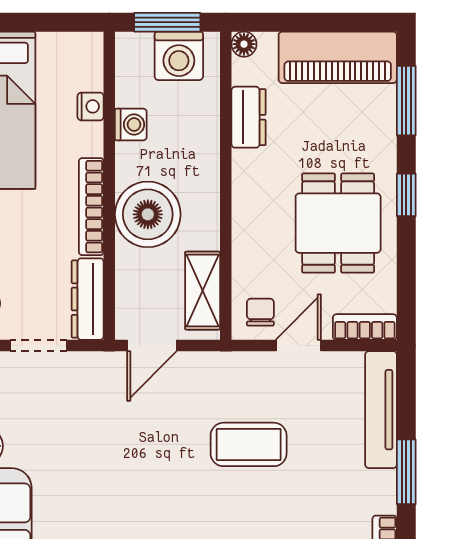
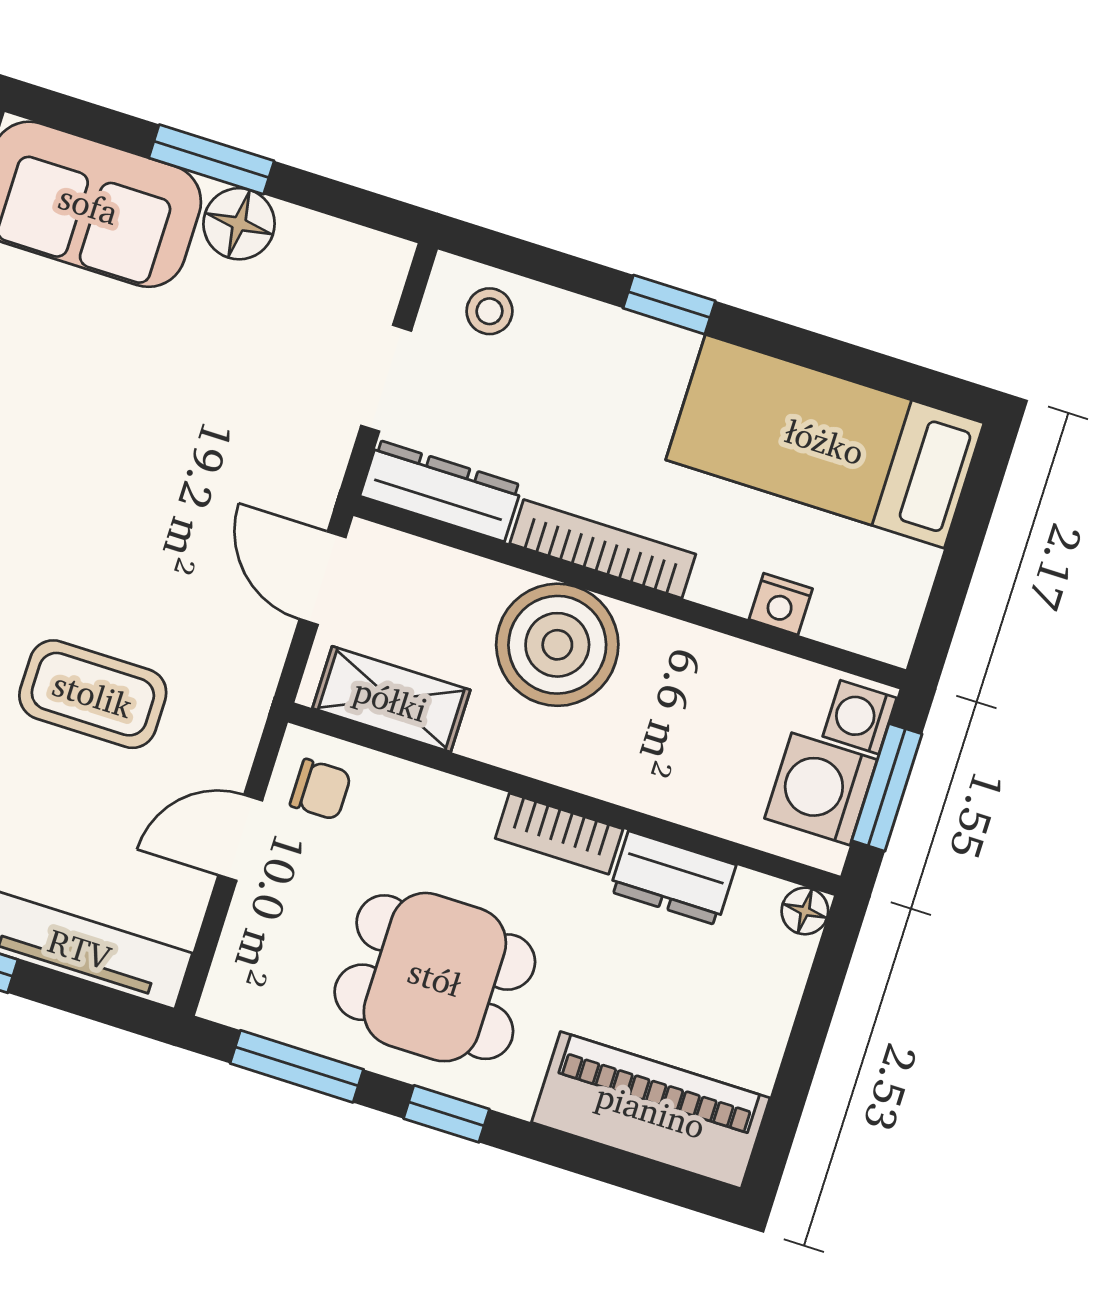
piano: (338, 57) -> (651, 1110), moved, turned 90
window: (406, 101) -> (297, 1066), moved
washing machine: (131, 124) -> (860, 717), moved, turned 90
bookcase: (365, 327) -> (559, 834), moved, turned 90
door: (298, 346) -> (240, 838), swing flipped
coffee table: (249, 444) -> (93, 694), turned 90

